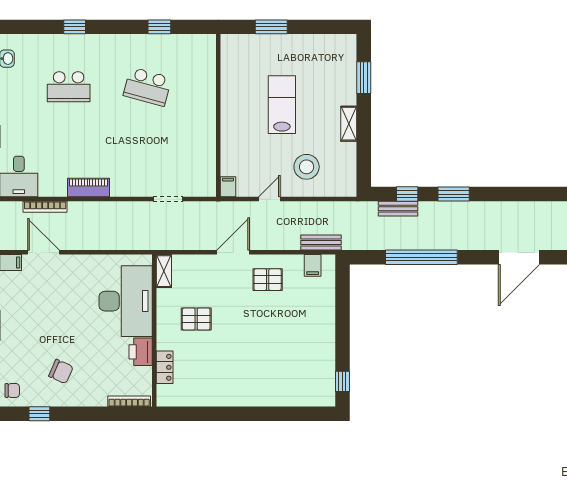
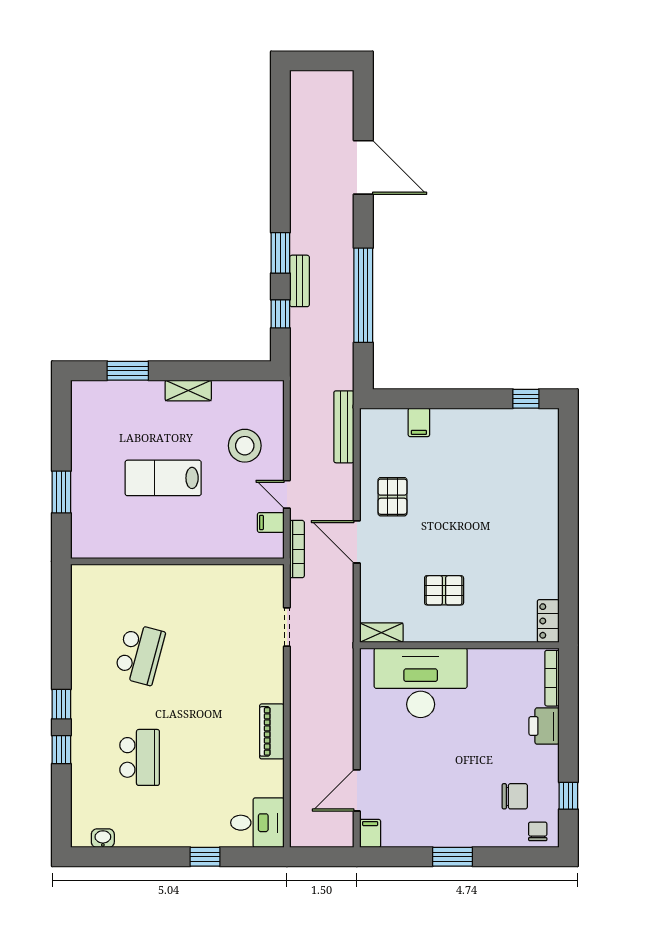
window: (159, 27) -> (61, 704), moved
filing cabinet: (228, 187) -> (271, 523), moved
bookcase: (45, 207) -> (297, 549), moved
bench: (398, 209) -> (300, 281), moved
bench: (321, 243) -> (344, 427), width x1.36
filing cabinet: (313, 265) -> (419, 422), moved, turned 90
pallet: (196, 319) -> (444, 590), turned 90
printer: (141, 352) -> (544, 726), moved, turned 90
locker: (165, 367) -> (548, 621), moved, turned -90
chair: (61, 372) -> (515, 796), moved, turned 66

